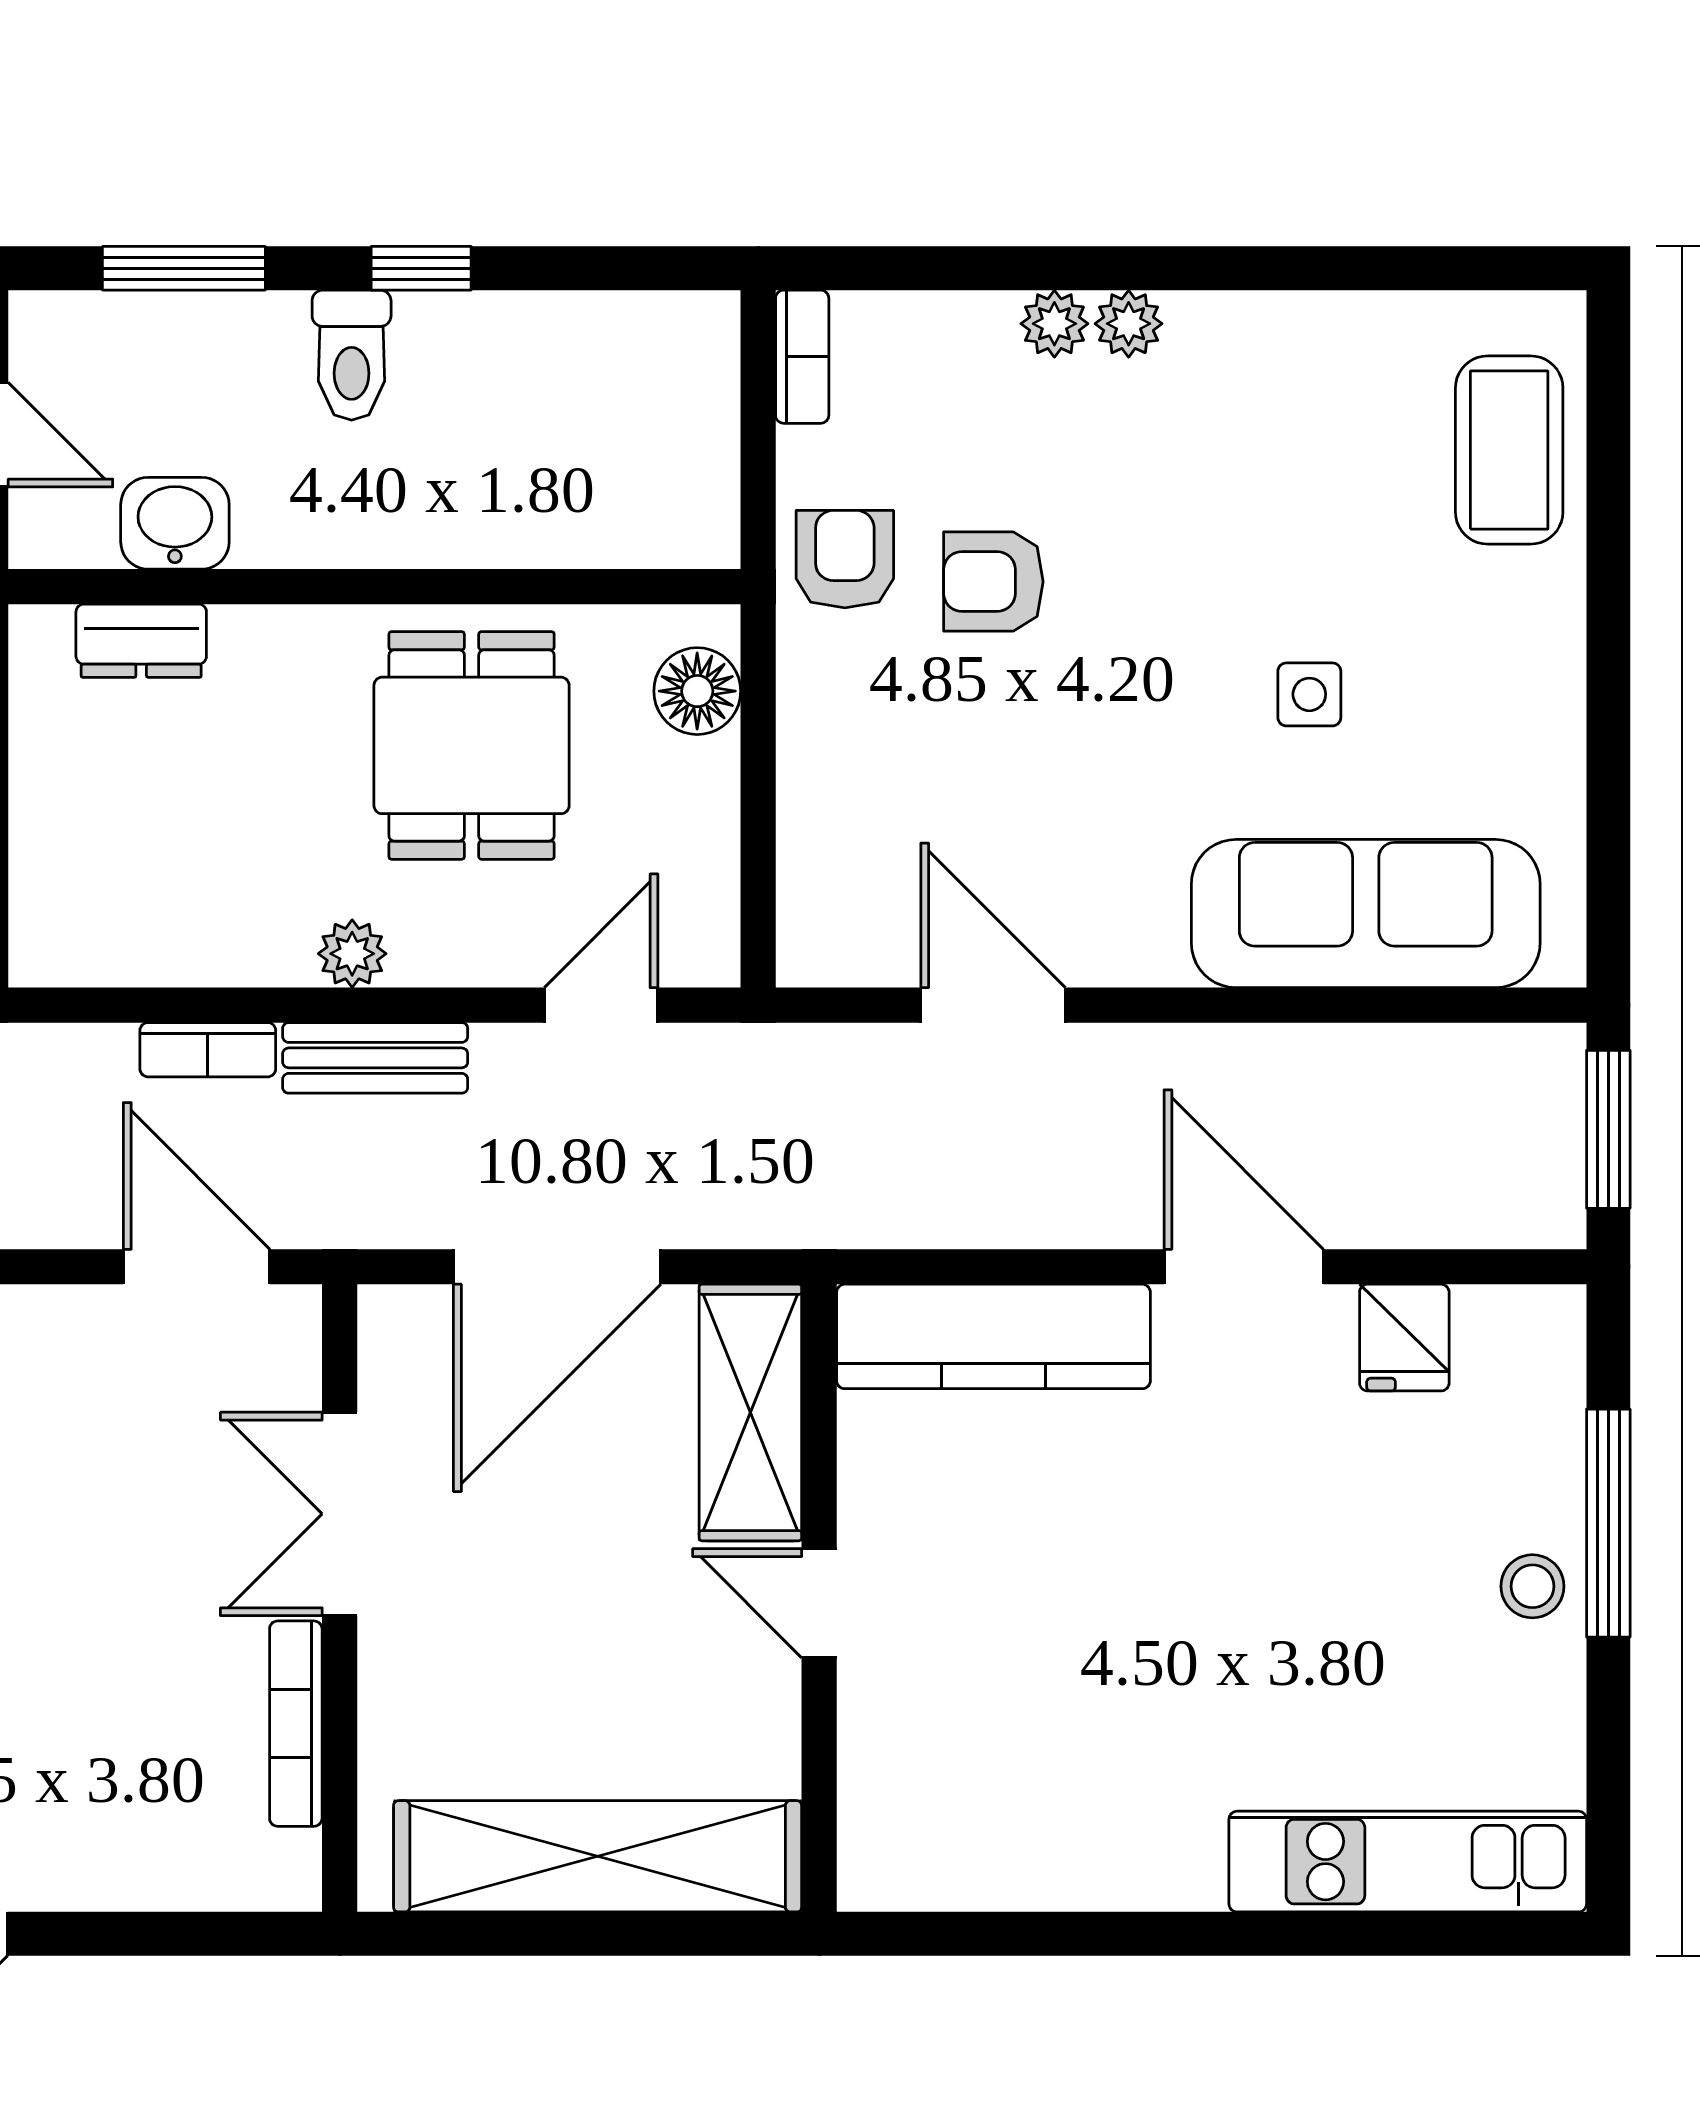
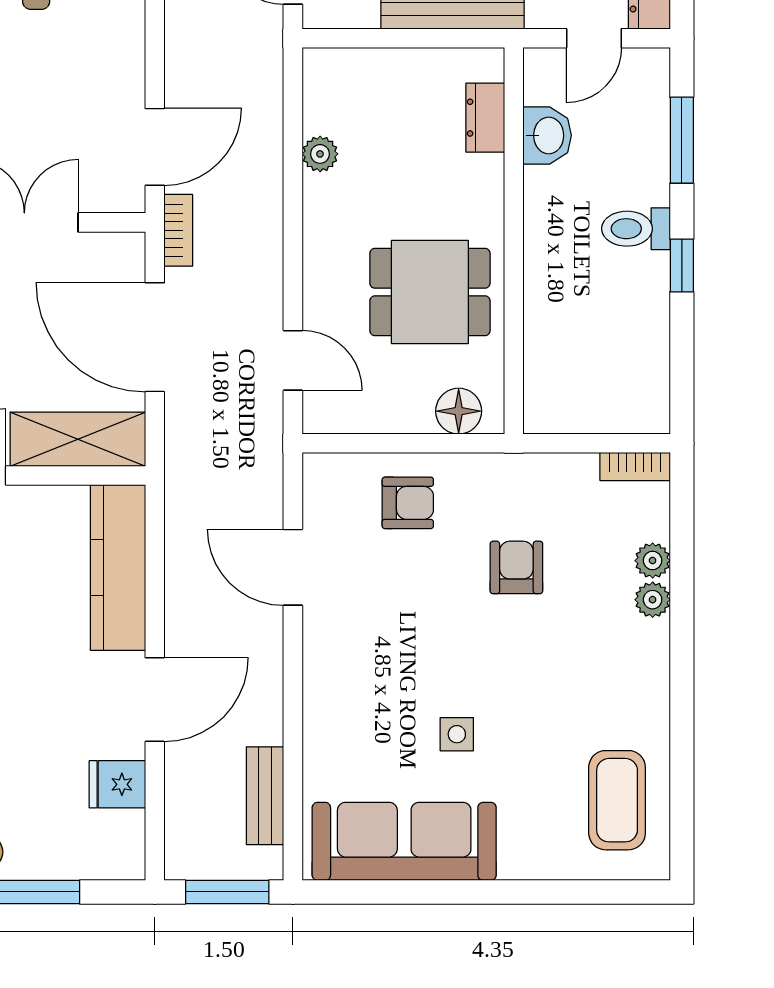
plant: (1129, 324) -> (653, 561), moved
coffee table: (1509, 450) -> (617, 800), moved, turned 90
armchair: (845, 559) -> (408, 503), moved
sofa: (1366, 914) -> (404, 841), moved, turned -90
plant: (352, 954) -> (320, 154), moved
door: (993, 1005) -> (293, 567), swing flipped
bookcase: (208, 1050) -> (178, 230), moved, turned 180
bench: (375, 1058) -> (265, 796), moved

